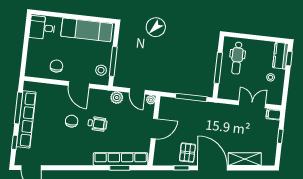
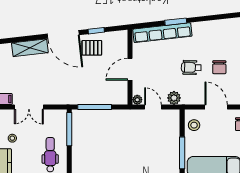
window: (113, 61) -> (182, 153), moved
window: (218, 68) -> (69, 129), moved
pallet: (187, 153) -> (92, 48), turned 90
window: (120, 168) -> (176, 22), moved

